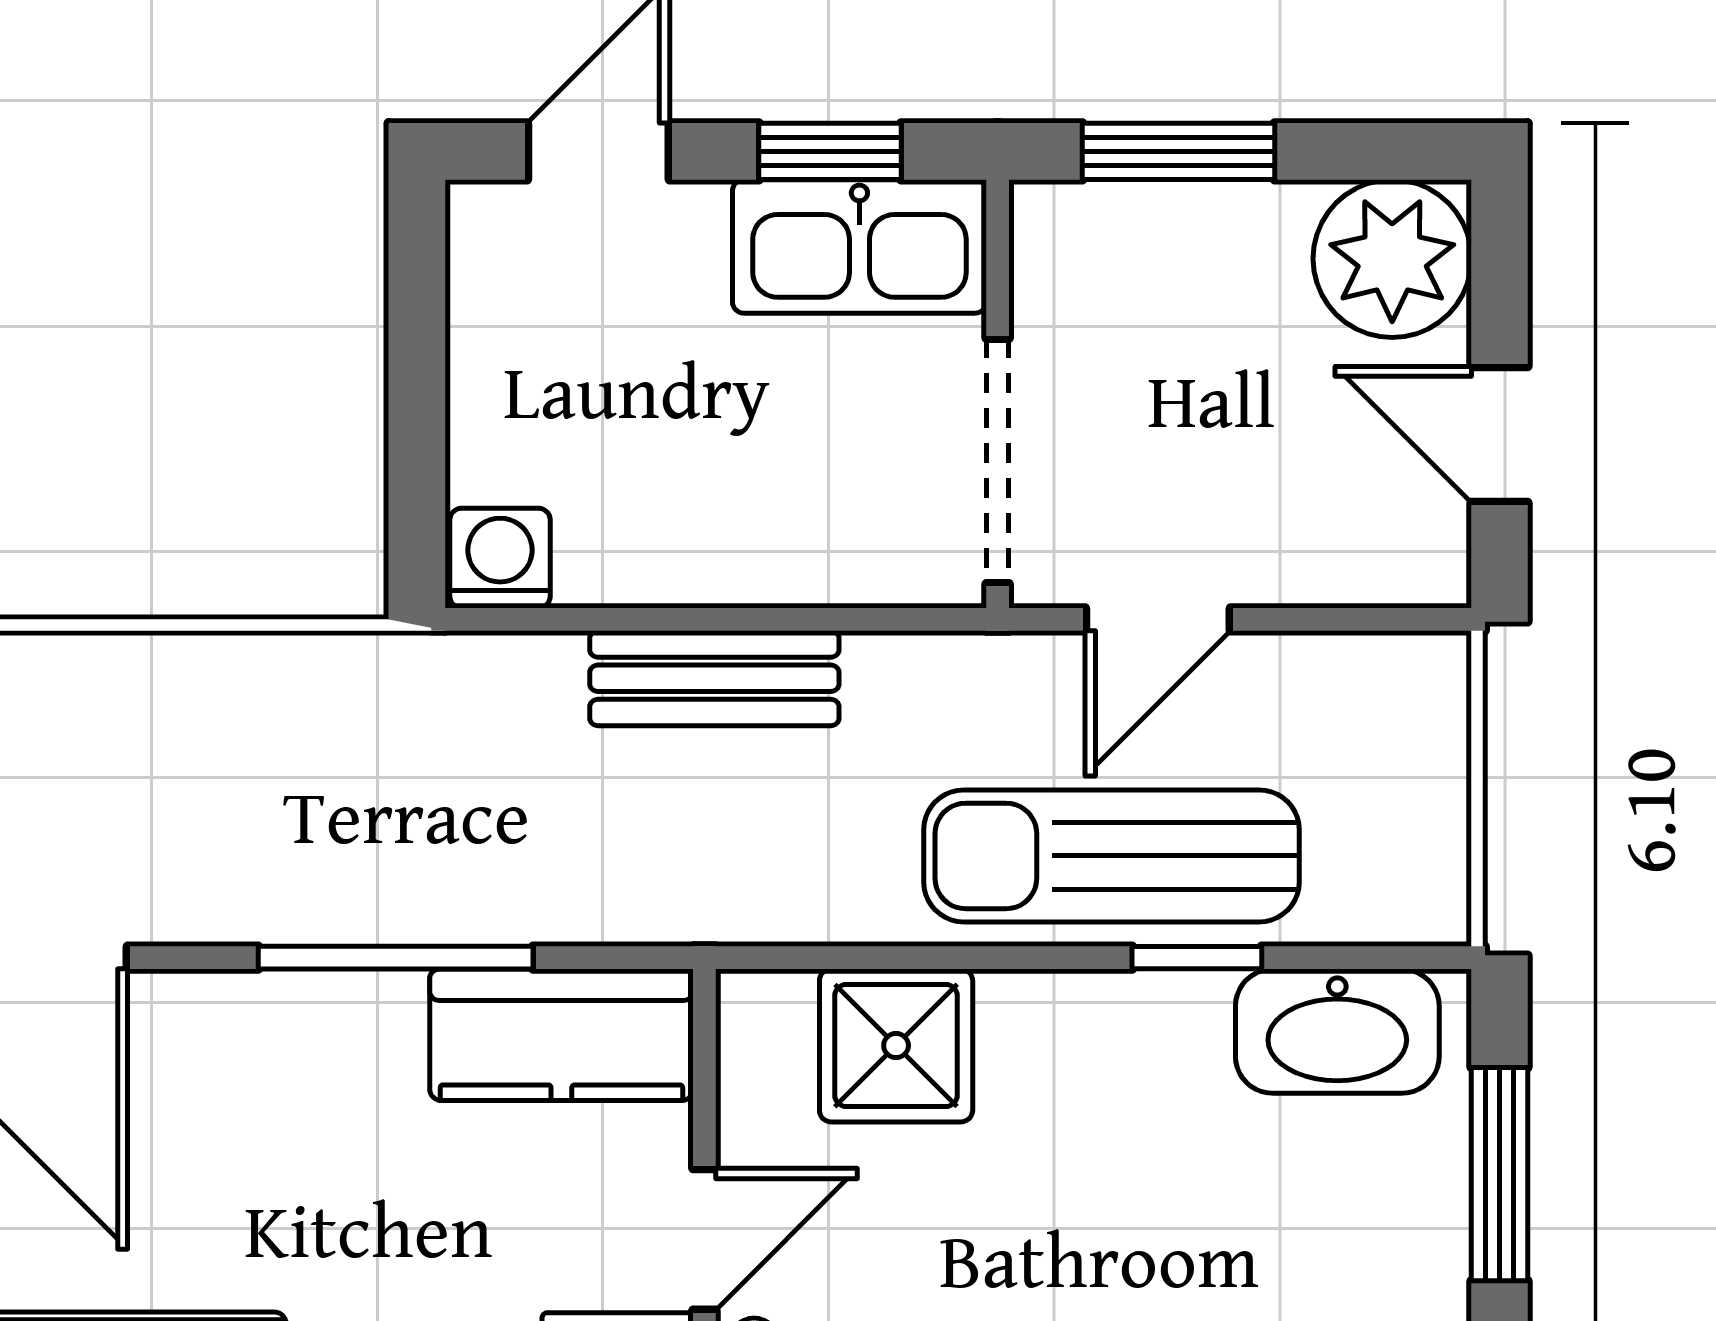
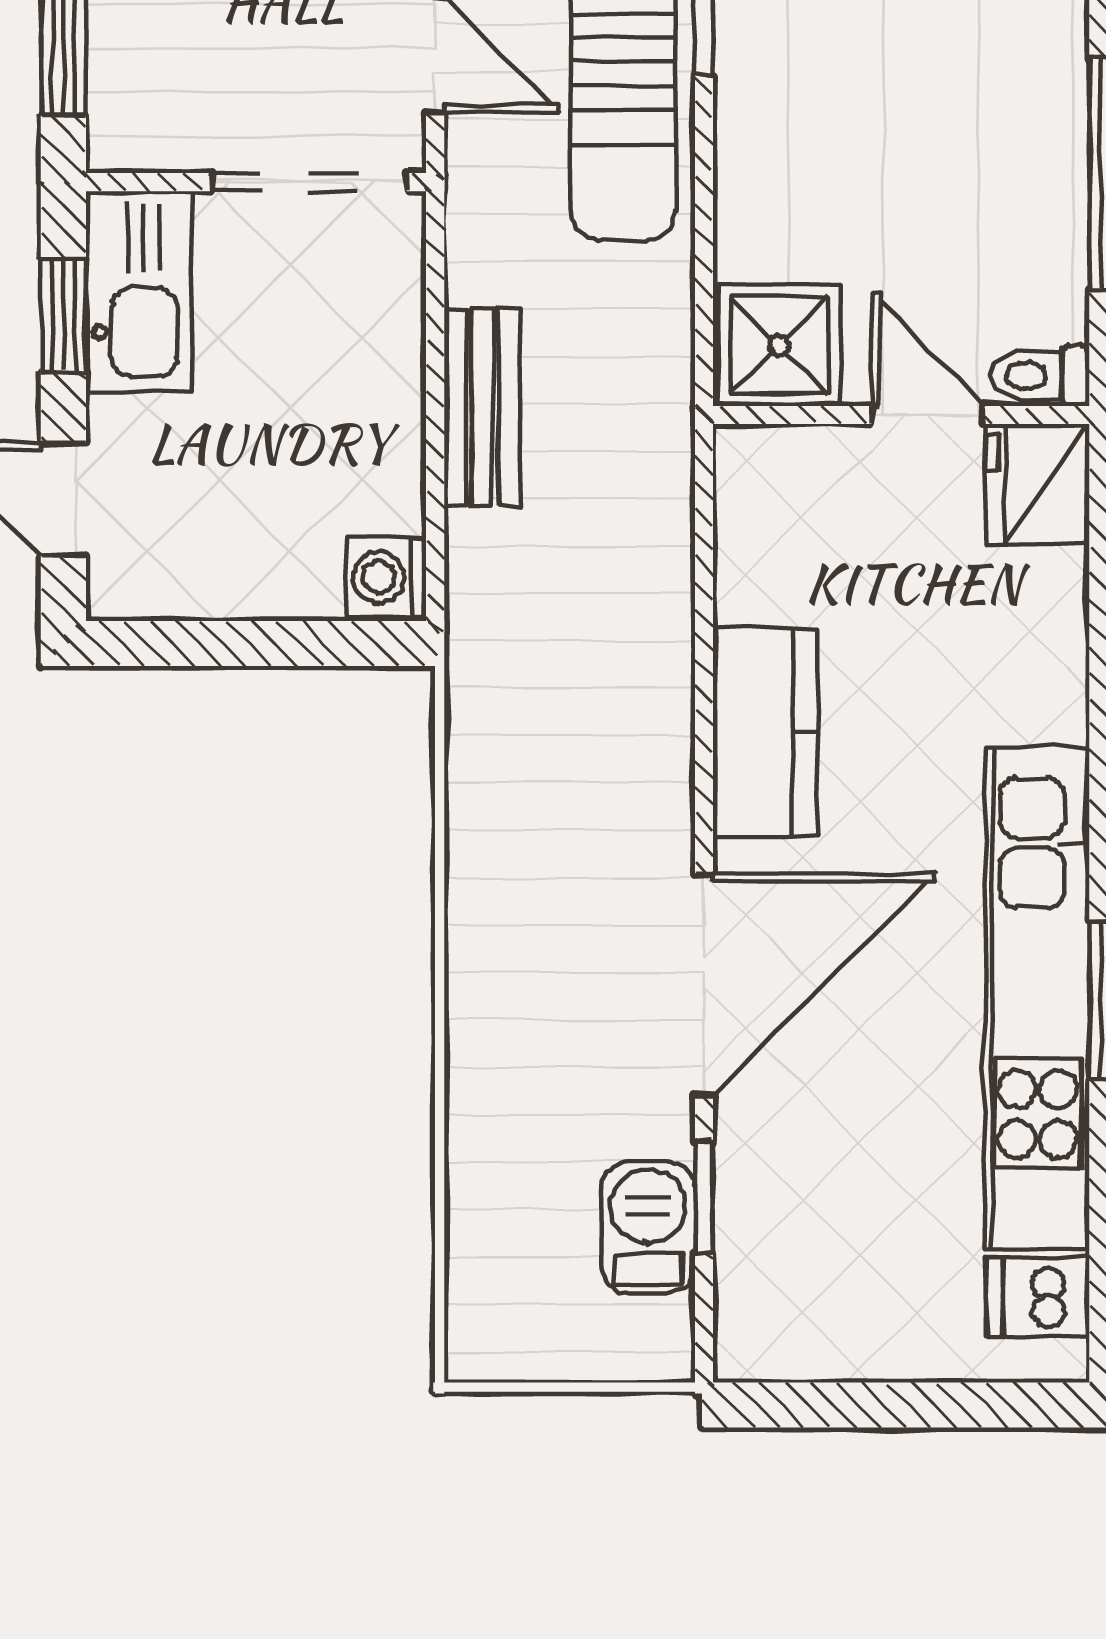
window: (396, 958) -> (704, 660), removed
kitchen counter: (561, 1035) -> (765, 733), moved
shower: (896, 1046) -> (779, 345), moved

